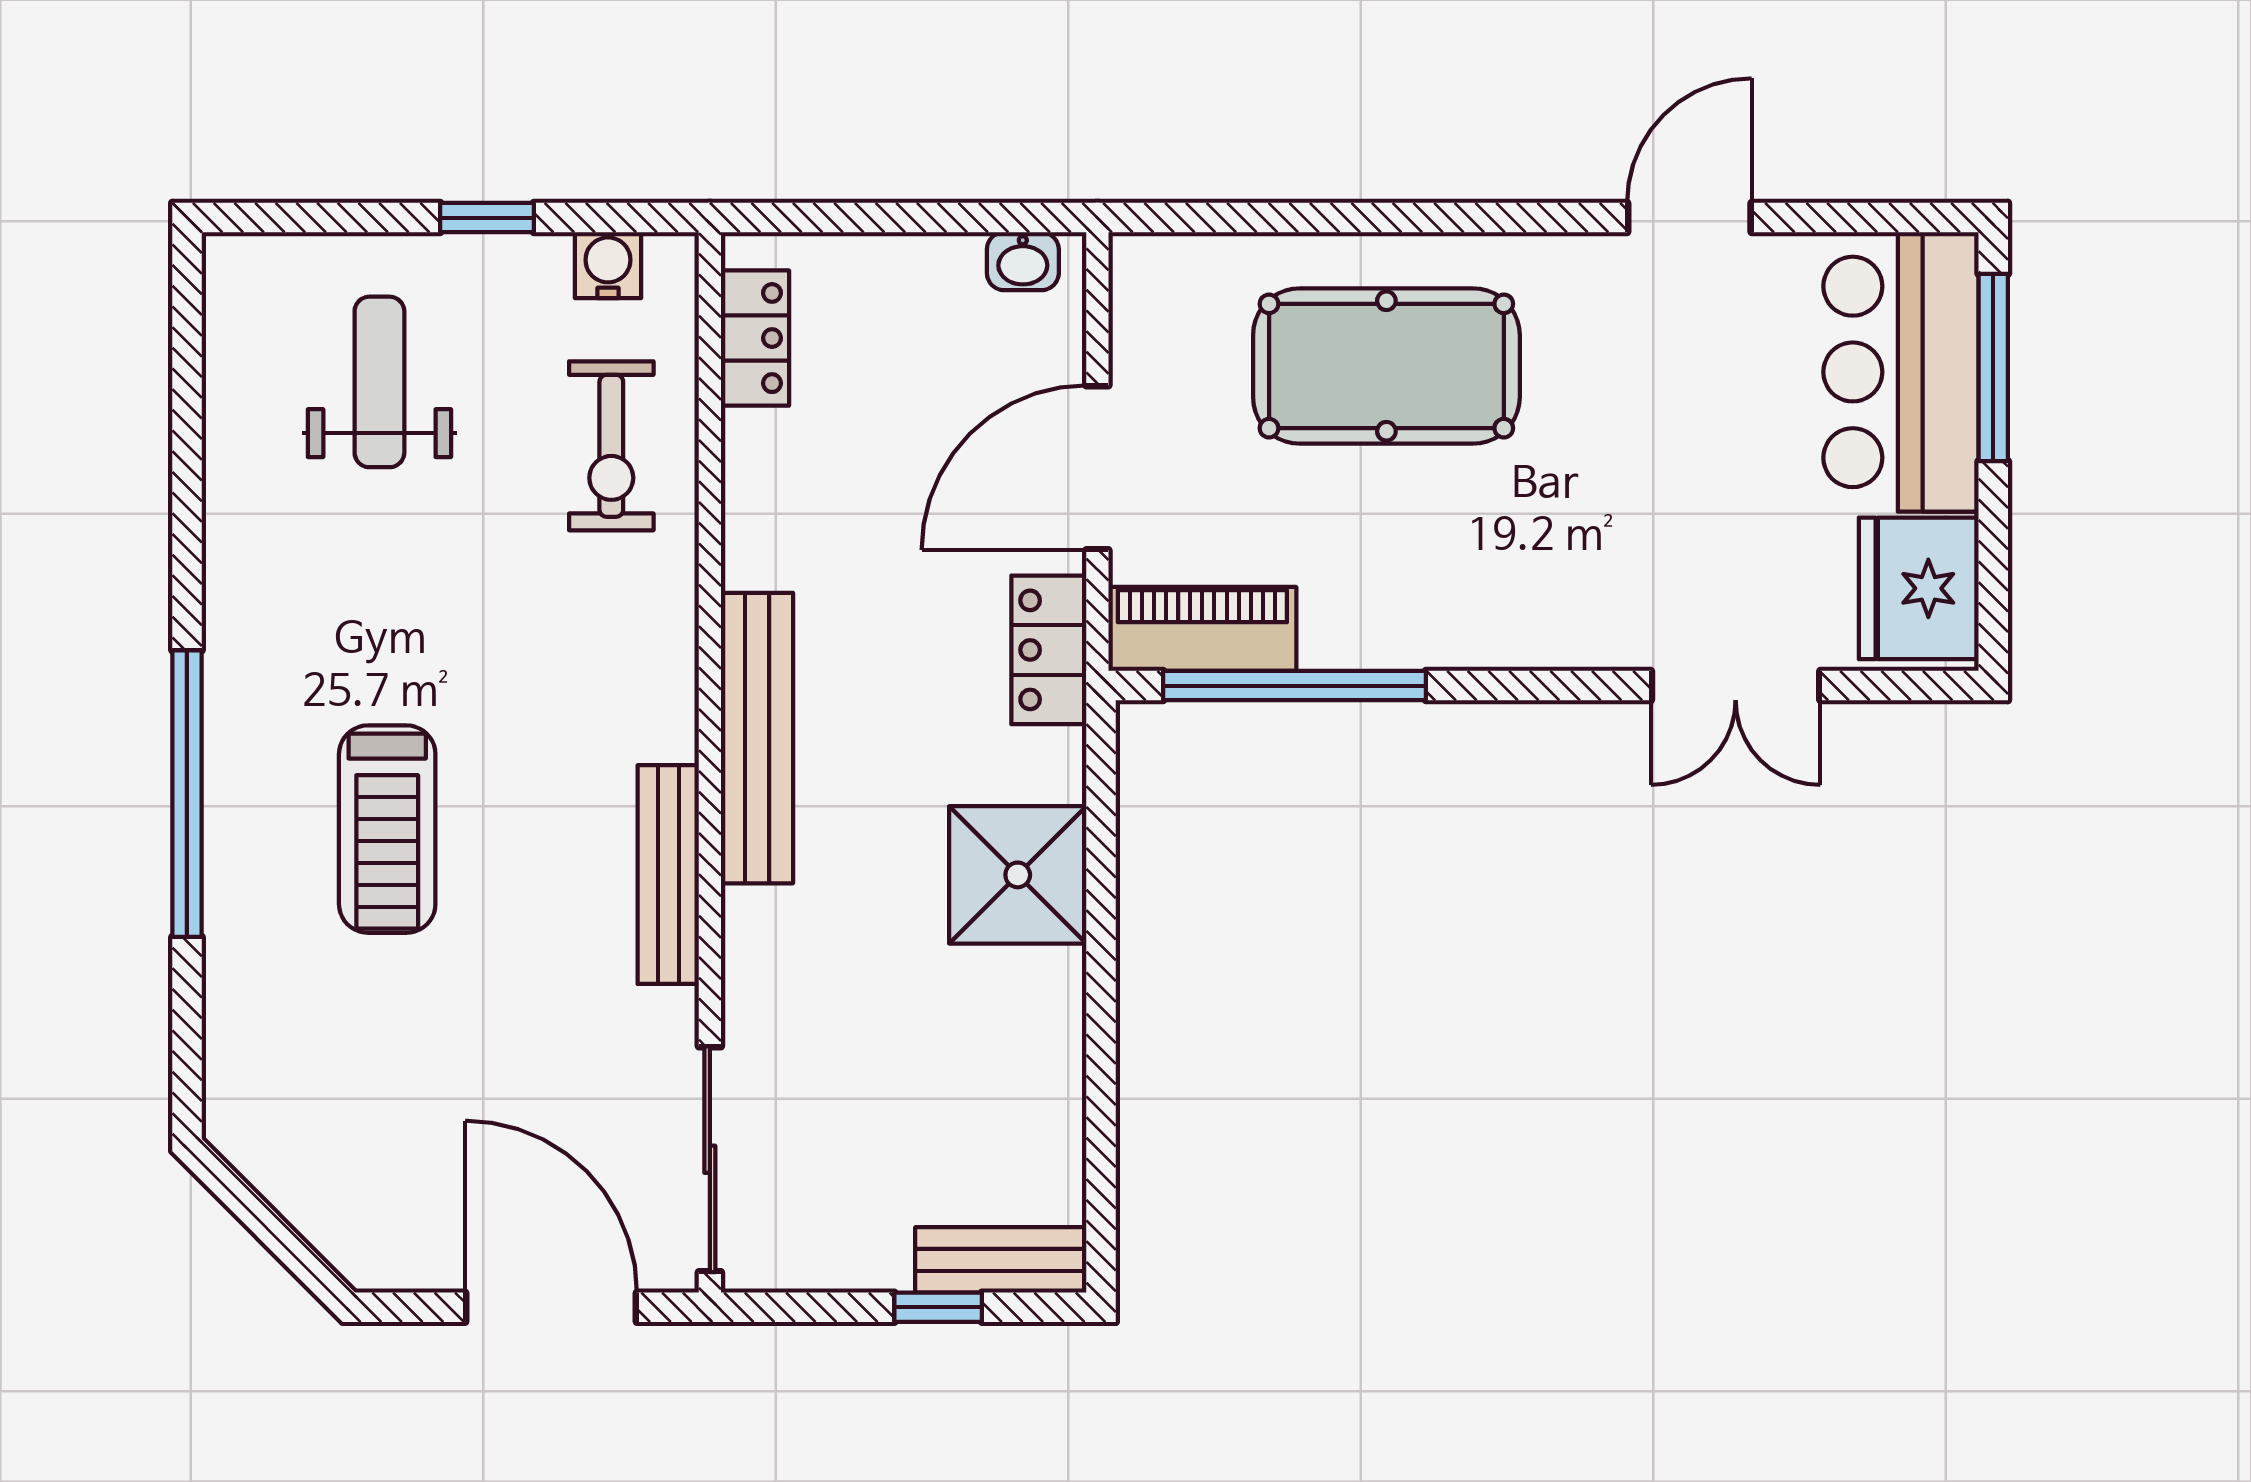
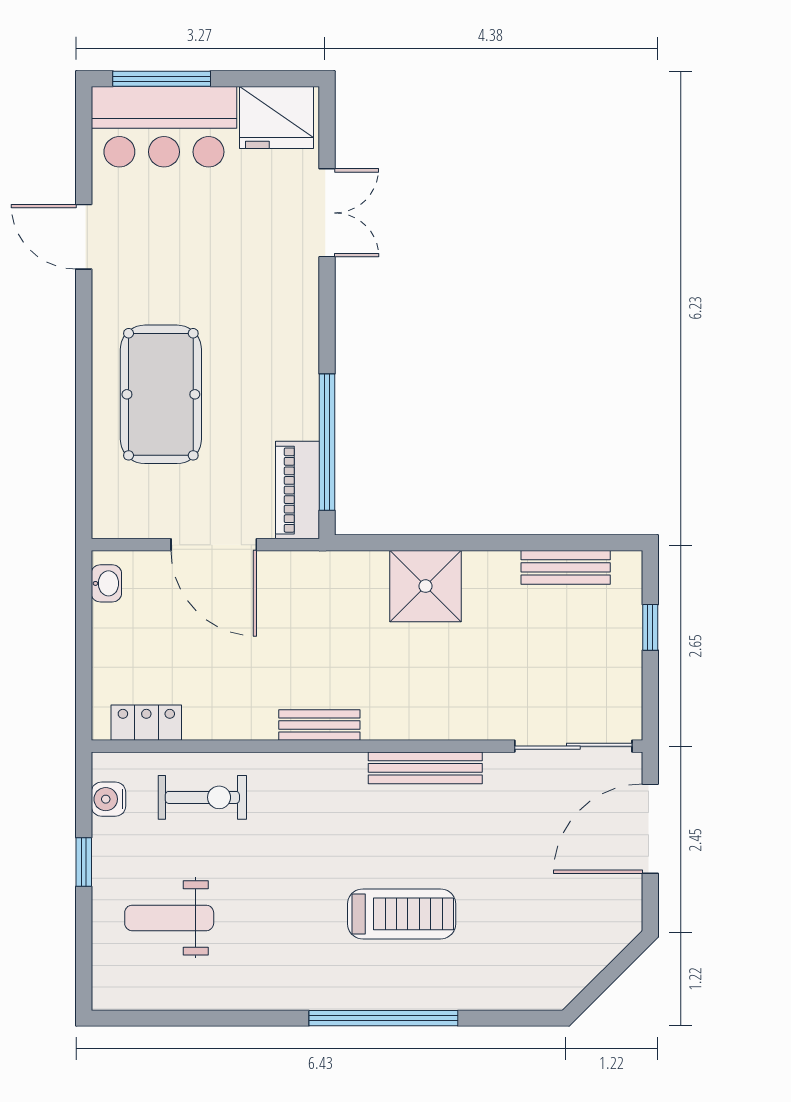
locker: (1049, 650) -> (309, 570), removed
bench: (757, 738) -> (319, 725), width x0.54, depth x0.82
bench: (1001, 1260) -> (566, 567), moved, turned 90

